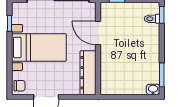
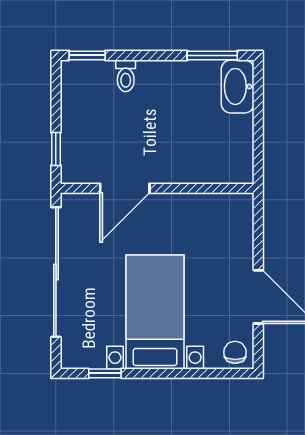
toilet: (152, 19) -> (126, 76), moved
dresser: (88, 73) -> (208, 209), removed
washbasin: (153, 89) -> (238, 86), width x1.91, depth x1.45

